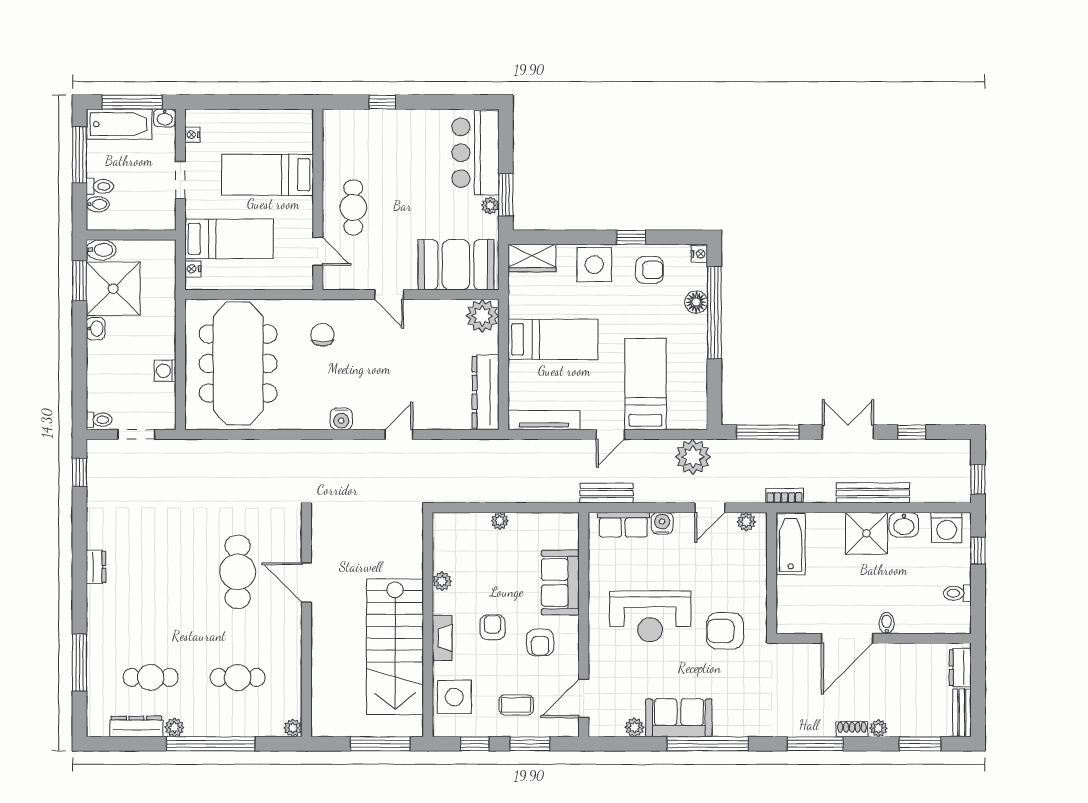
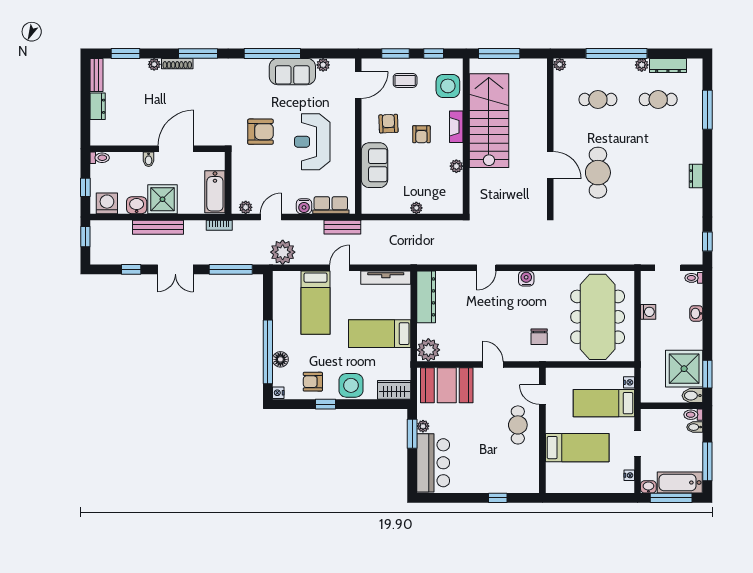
toilet: (100, 186) -> (693, 415), moved
washbasin: (96, 329) -> (696, 313), moved
reception desk: (650, 616) -> (312, 142), turned -90
bidet: (887, 623) -> (149, 159), moved
door: (847, 638) -> (176, 149), moved
wall: (874, 638) -> (158, 149), moved
shoe rack: (852, 729) -> (177, 64), width x1.43

